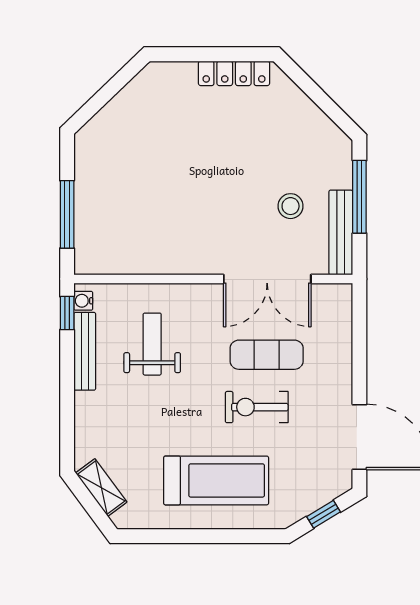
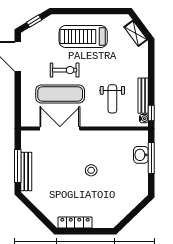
stool: (291, 206) -> (91, 170), moved
washbasin: (90, 221) -> (141, 155), added
bench: (341, 232) -> (26, 171), moved
exercise mat: (267, 355) -> (60, 94), width x1.36, depth x1.45

